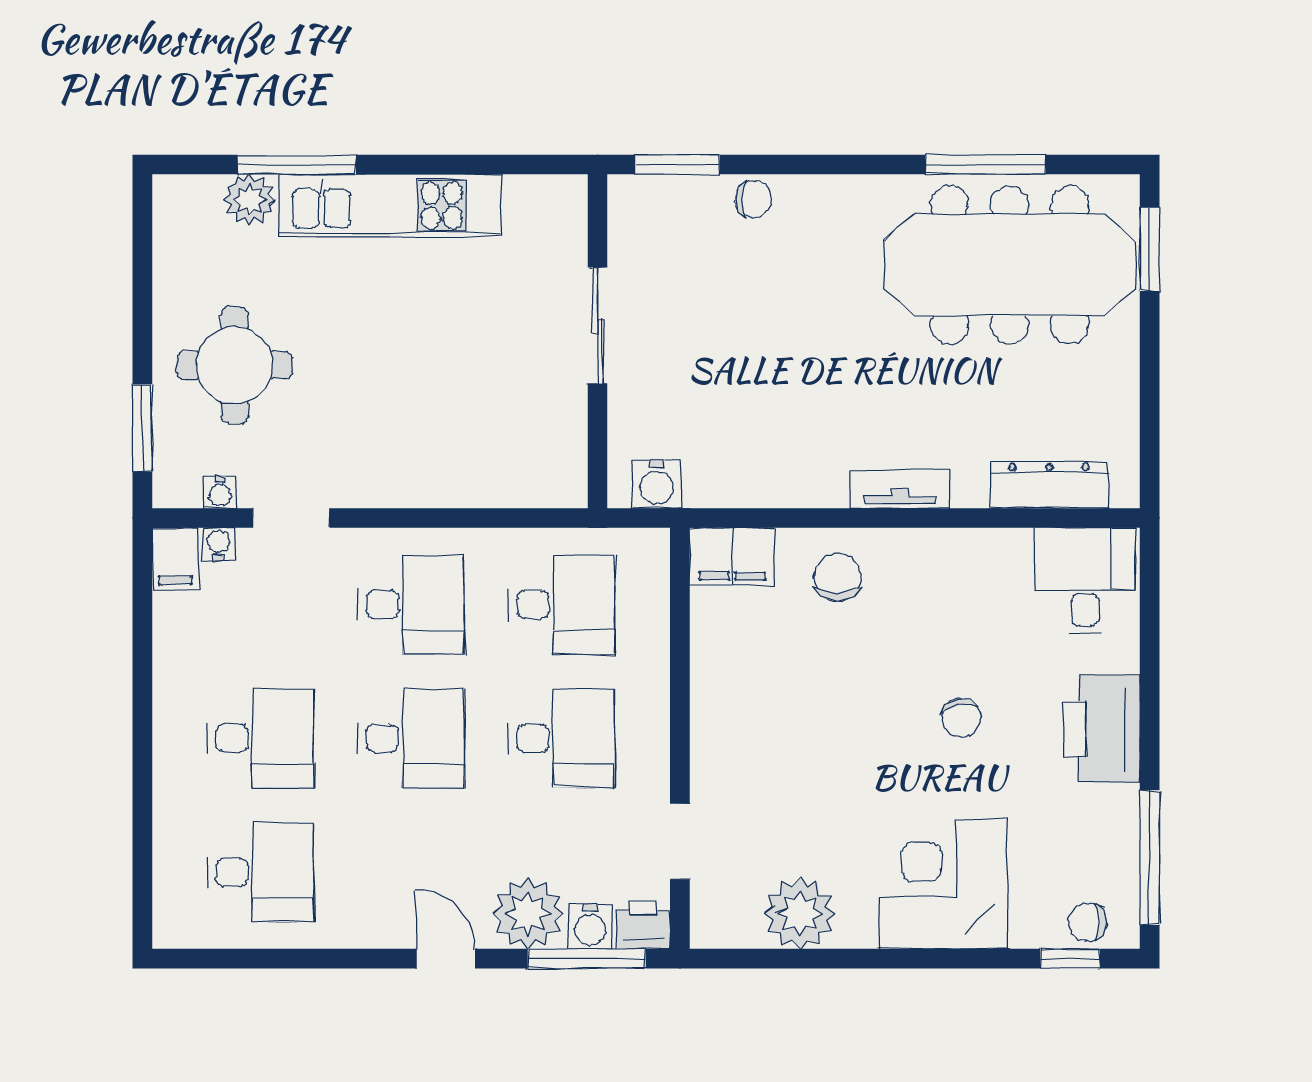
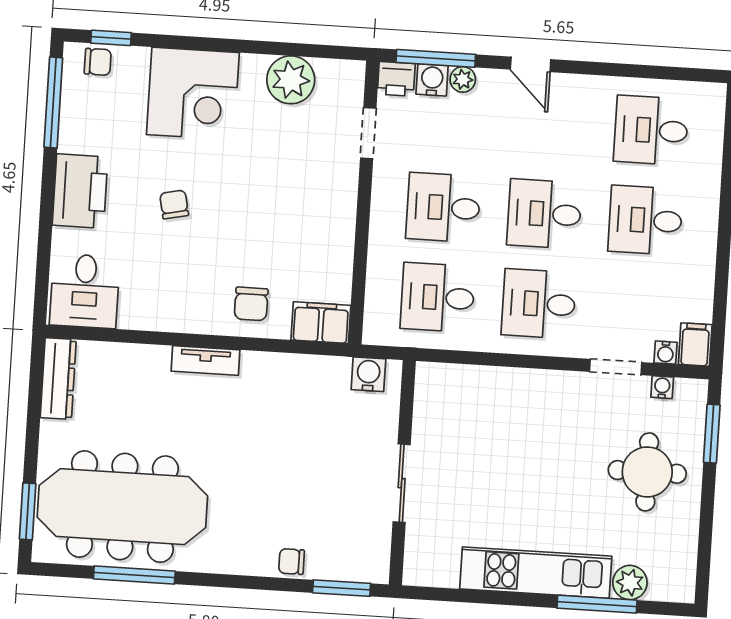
dresser: (1049, 485) -> (58, 379), moved, turned -90
plant: (528, 913) -> (463, 79), width x0.53, depth x0.53

